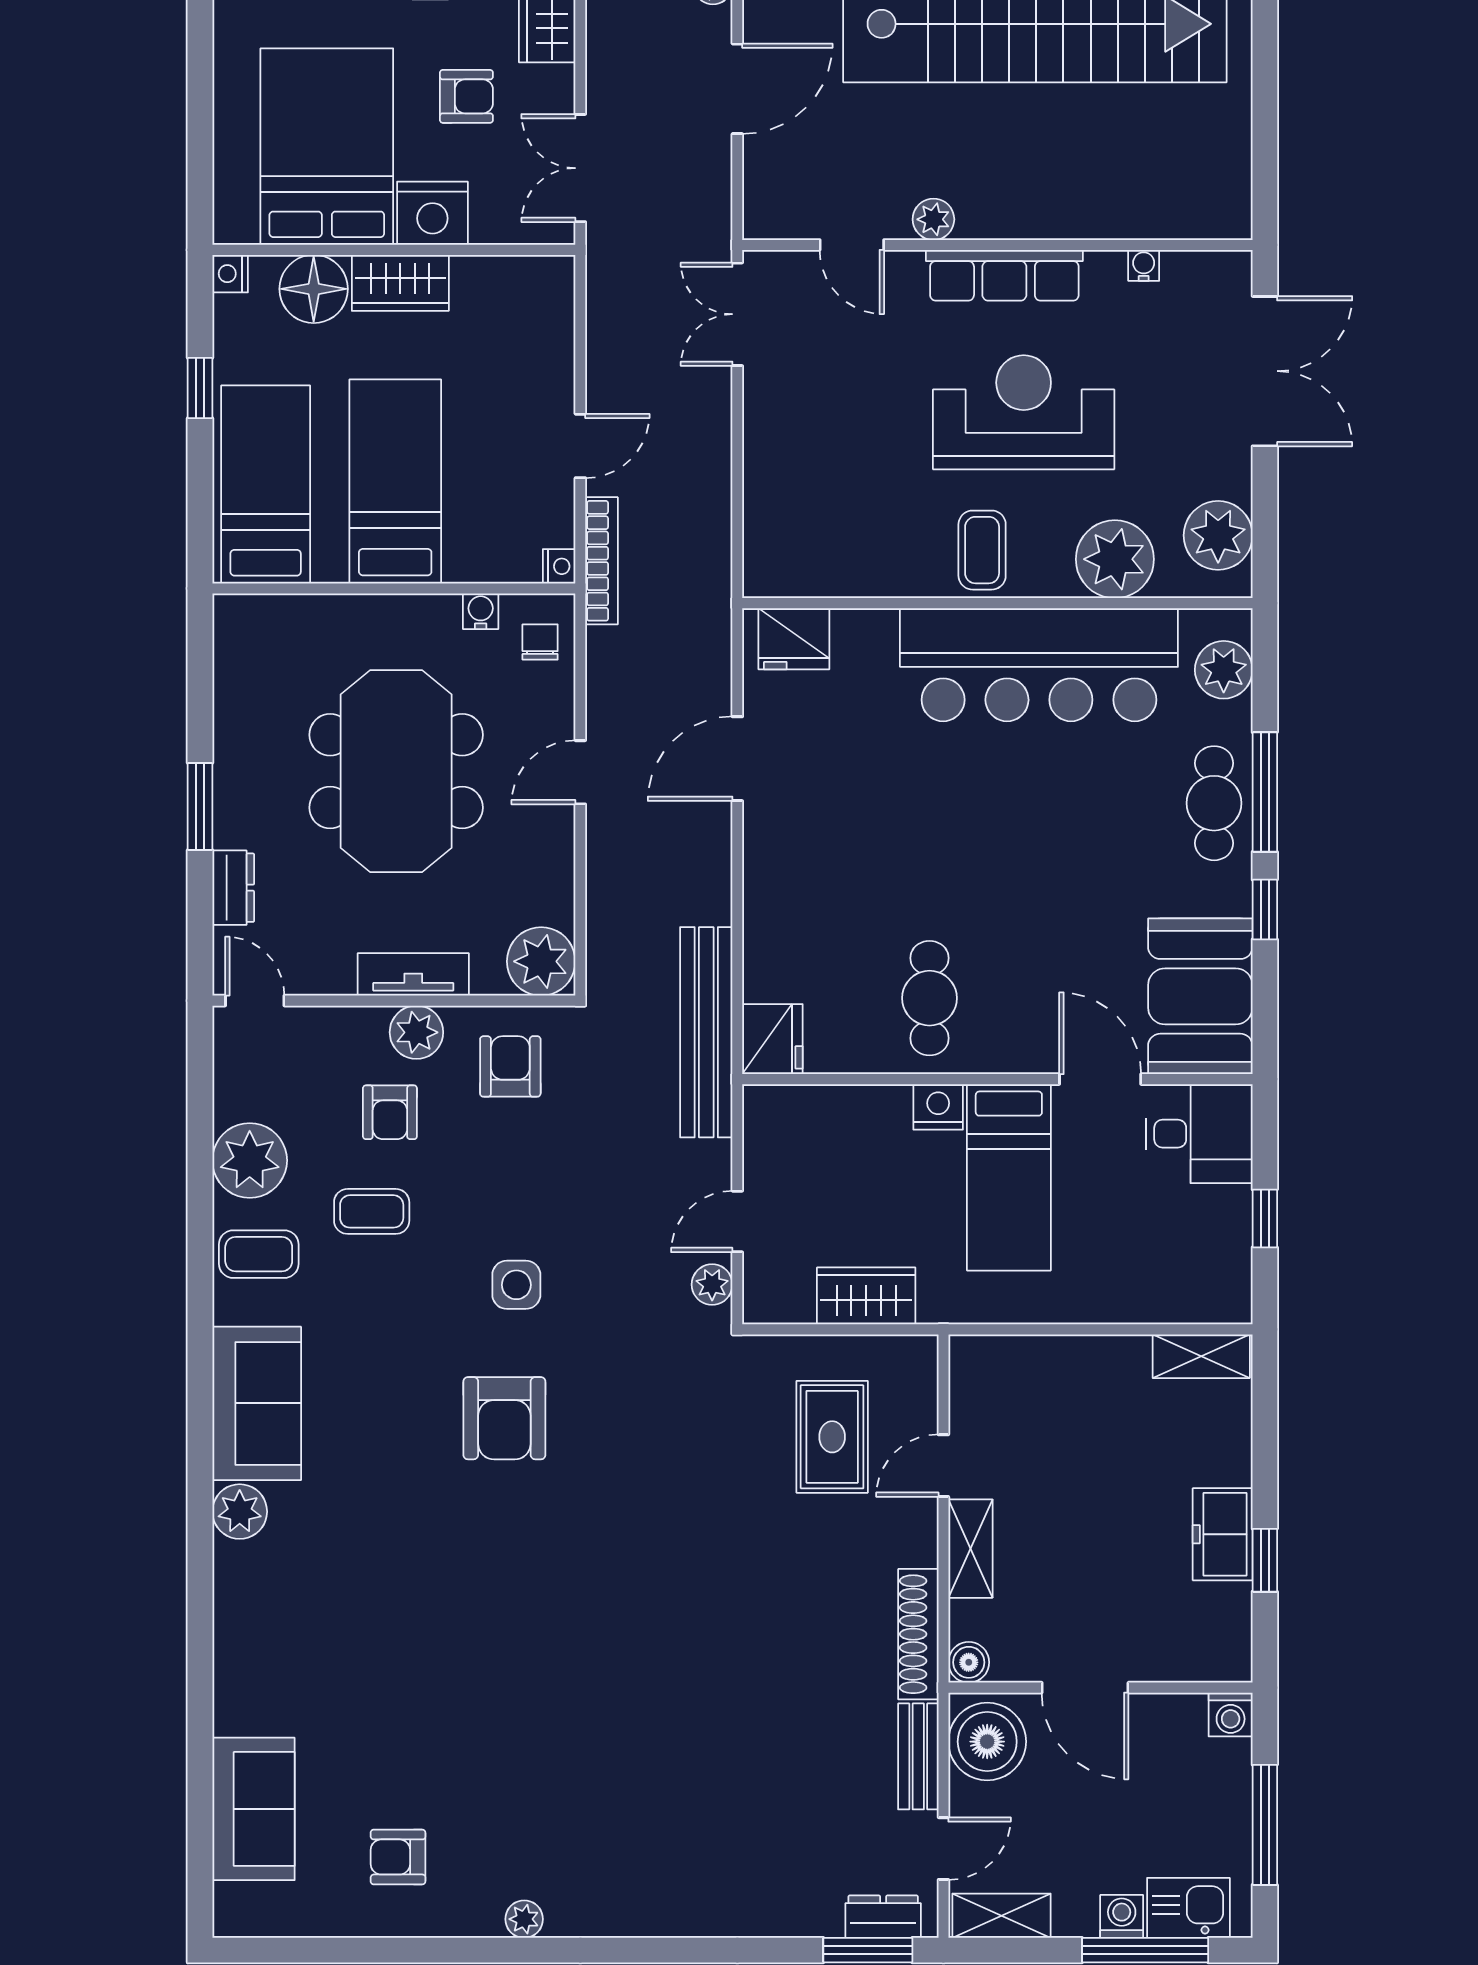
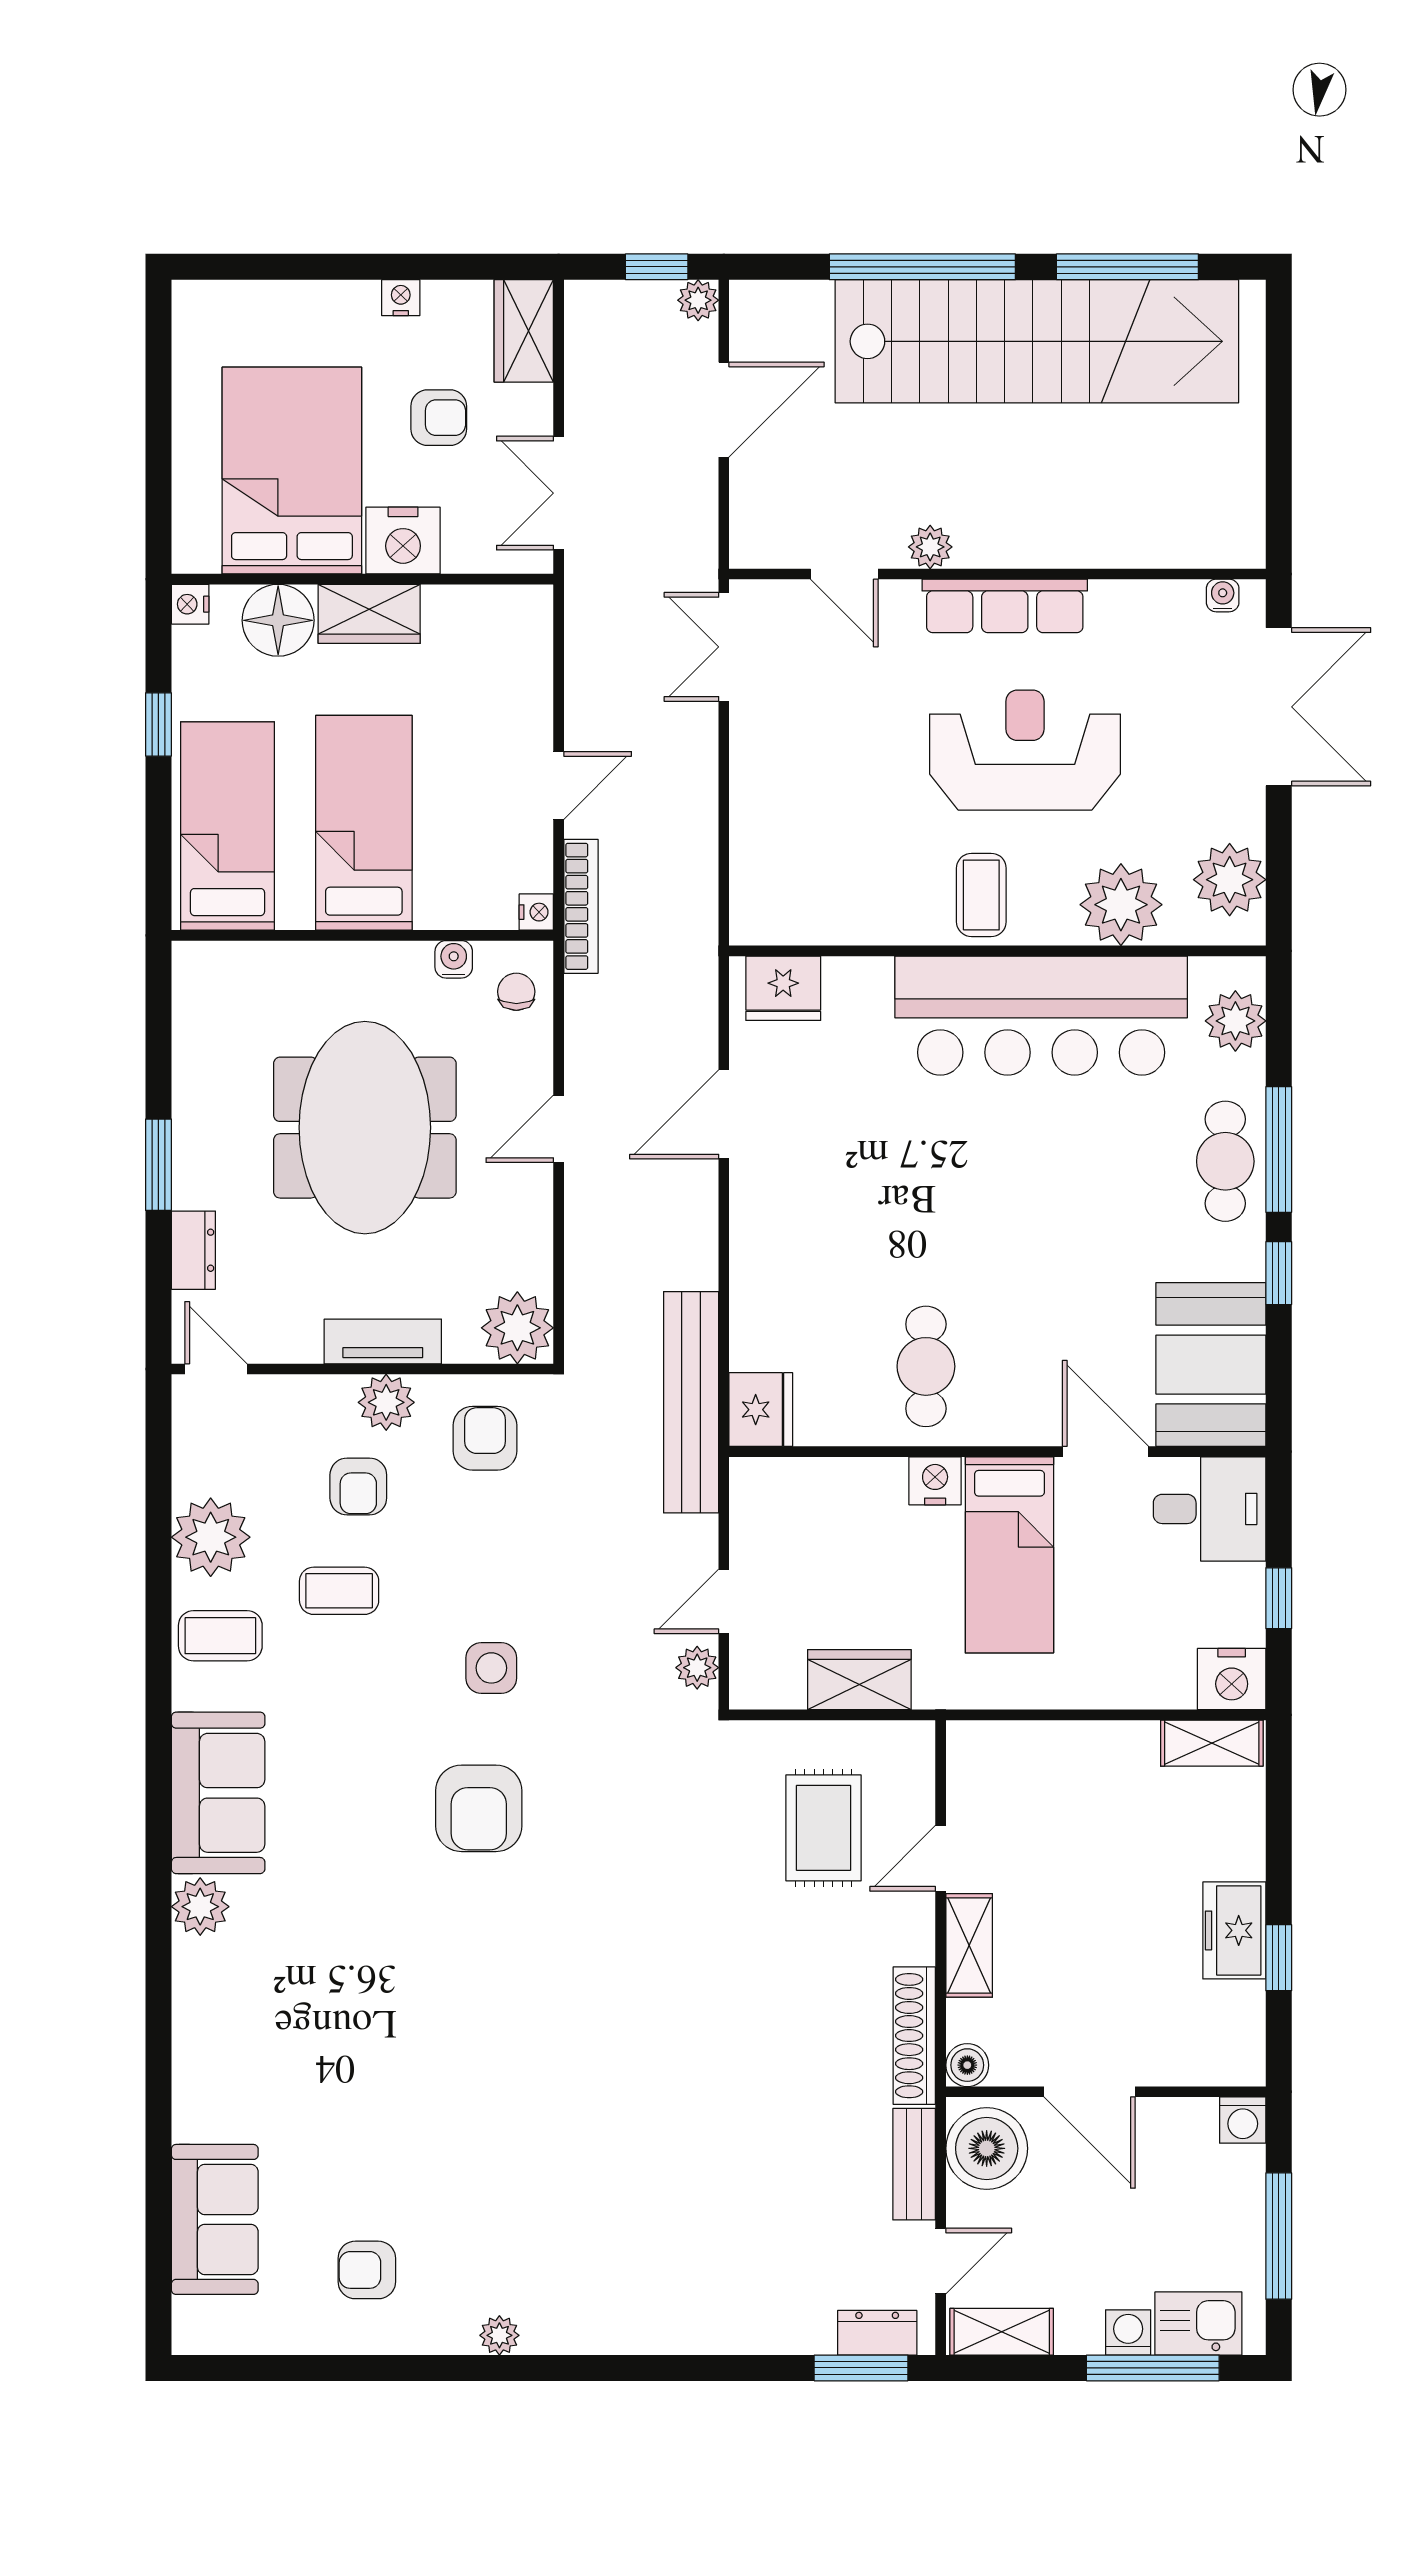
water cooler: (1144, 265) -> (1223, 595), moved
nightstand: (1220, 1295) -> (1232, 1679), added

